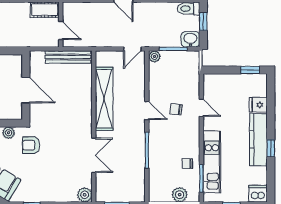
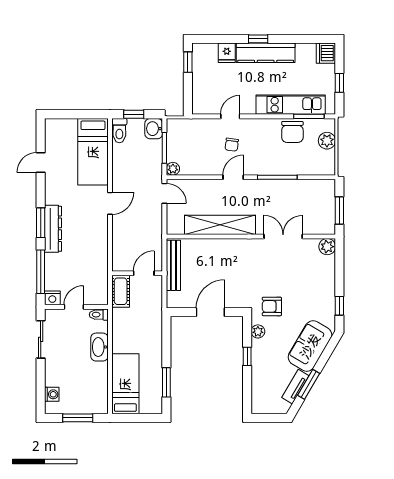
armchair: (31, 145) -> (272, 306), turned 90
window: (271, 148) -> (258, 39), moved
chair: (187, 164) -> (292, 132), width x1.87, depth x1.87

